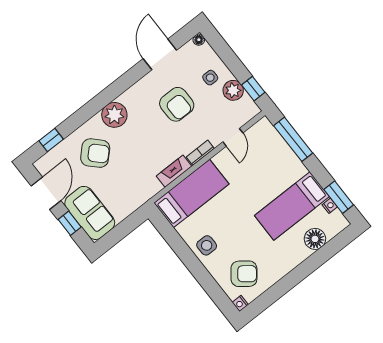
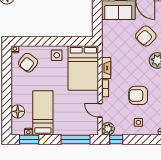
plant: (233, 90) -> (108, 129), moved
bed: (191, 194) -> (83, 68), width x1.50

